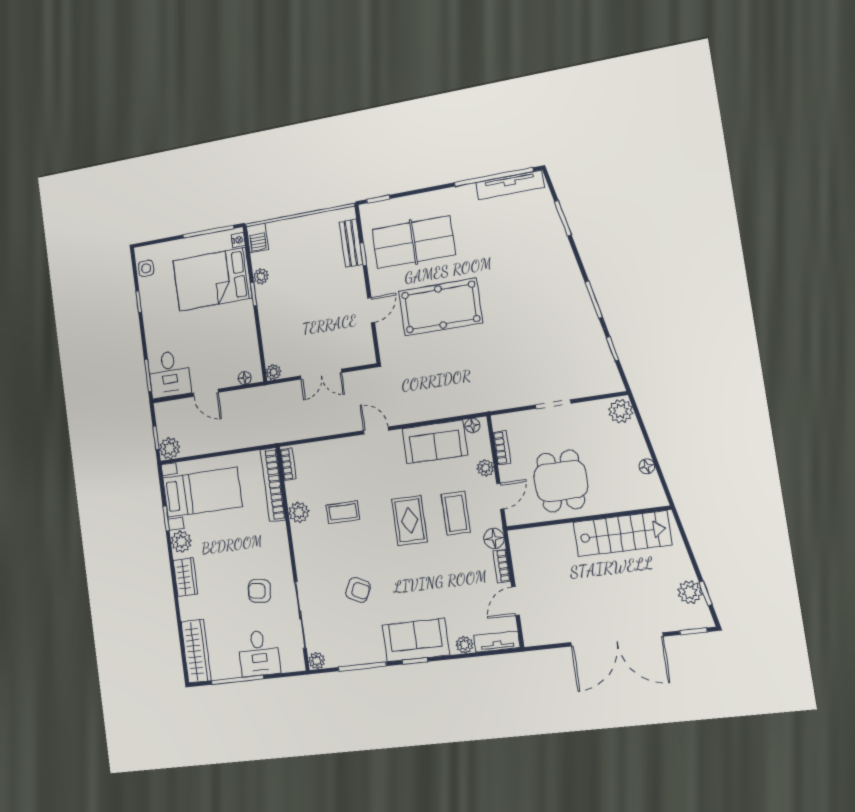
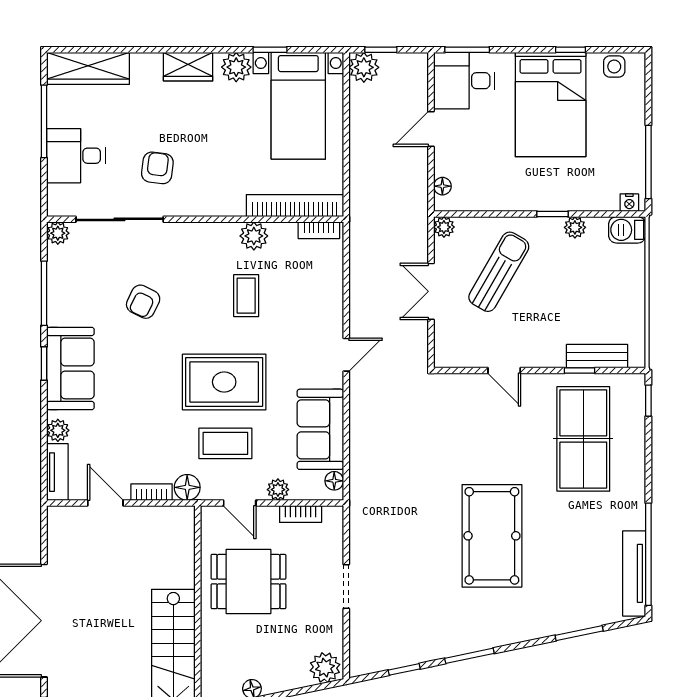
bed: (212, 279) -> (551, 104), moved, turned 180
pool table: (441, 307) -> (492, 536), moved
sun lounger: (300, 326) -> (499, 272), added
rug: (409, 520) -> (224, 382), width x1.36, depth x1.43

